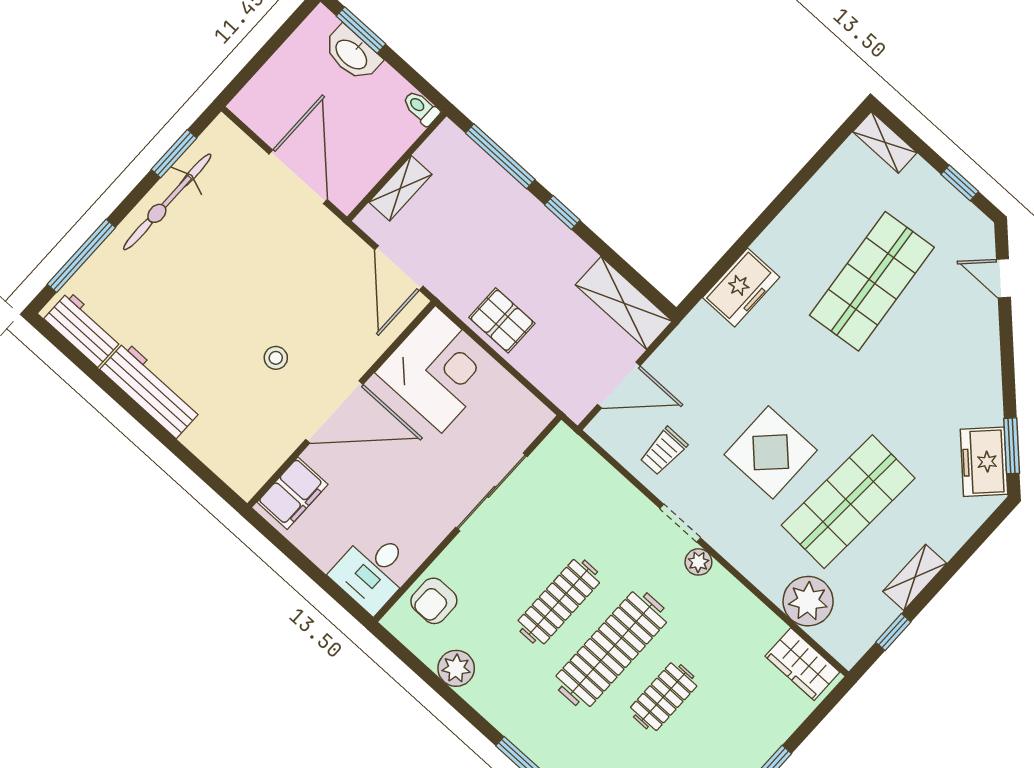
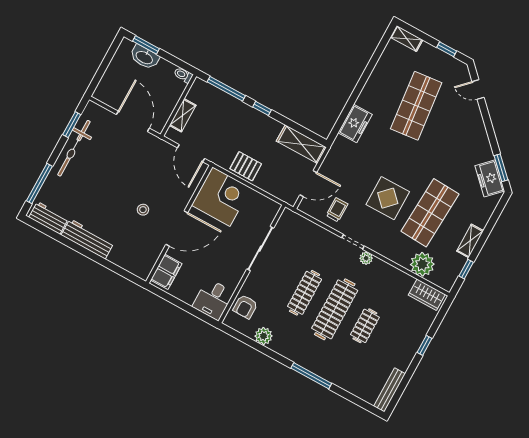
trolley: (664, 451) -> (337, 210), turned 180

